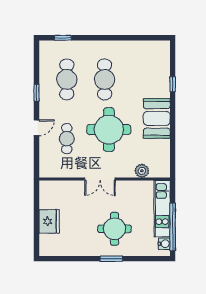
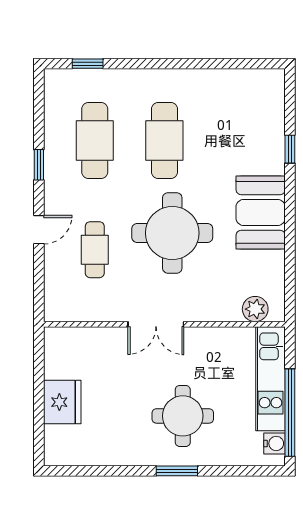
plant: (142, 171) -> (255, 309), moved

